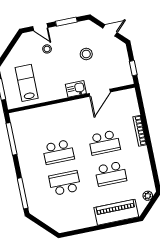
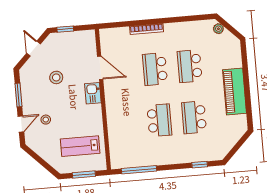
window: (133, 68) -> (65, 29), moved
school desk: (104, 143) -> (155, 69), turned 180
school desk: (111, 174) -> (190, 66), turned 180
window: (23, 193) -> (200, 165), width x0.46
piano: (116, 212) -> (235, 91), moved

